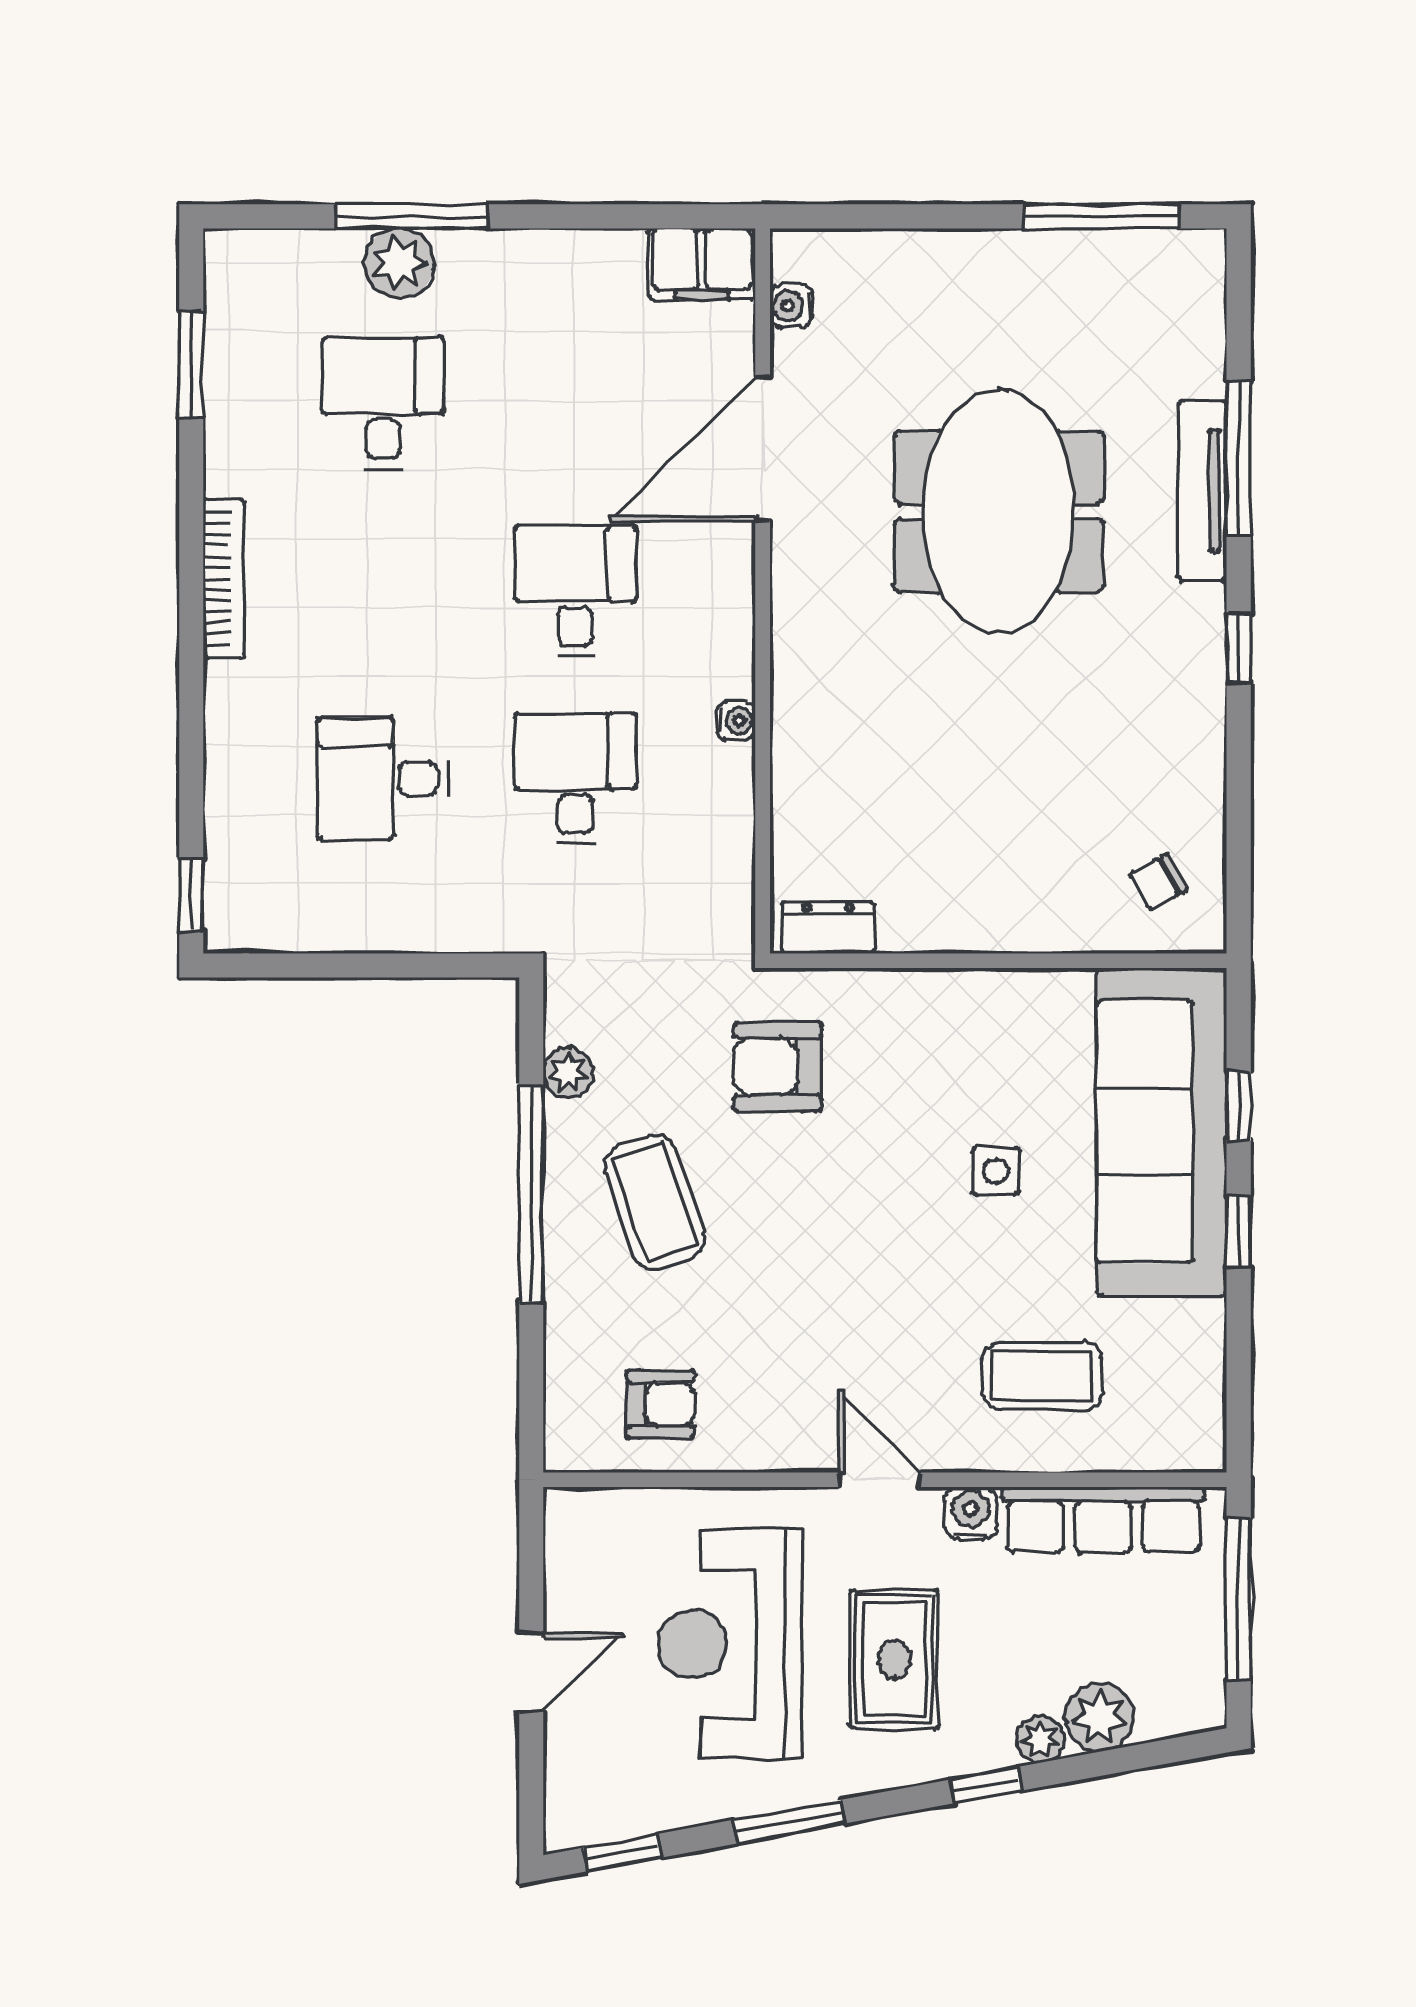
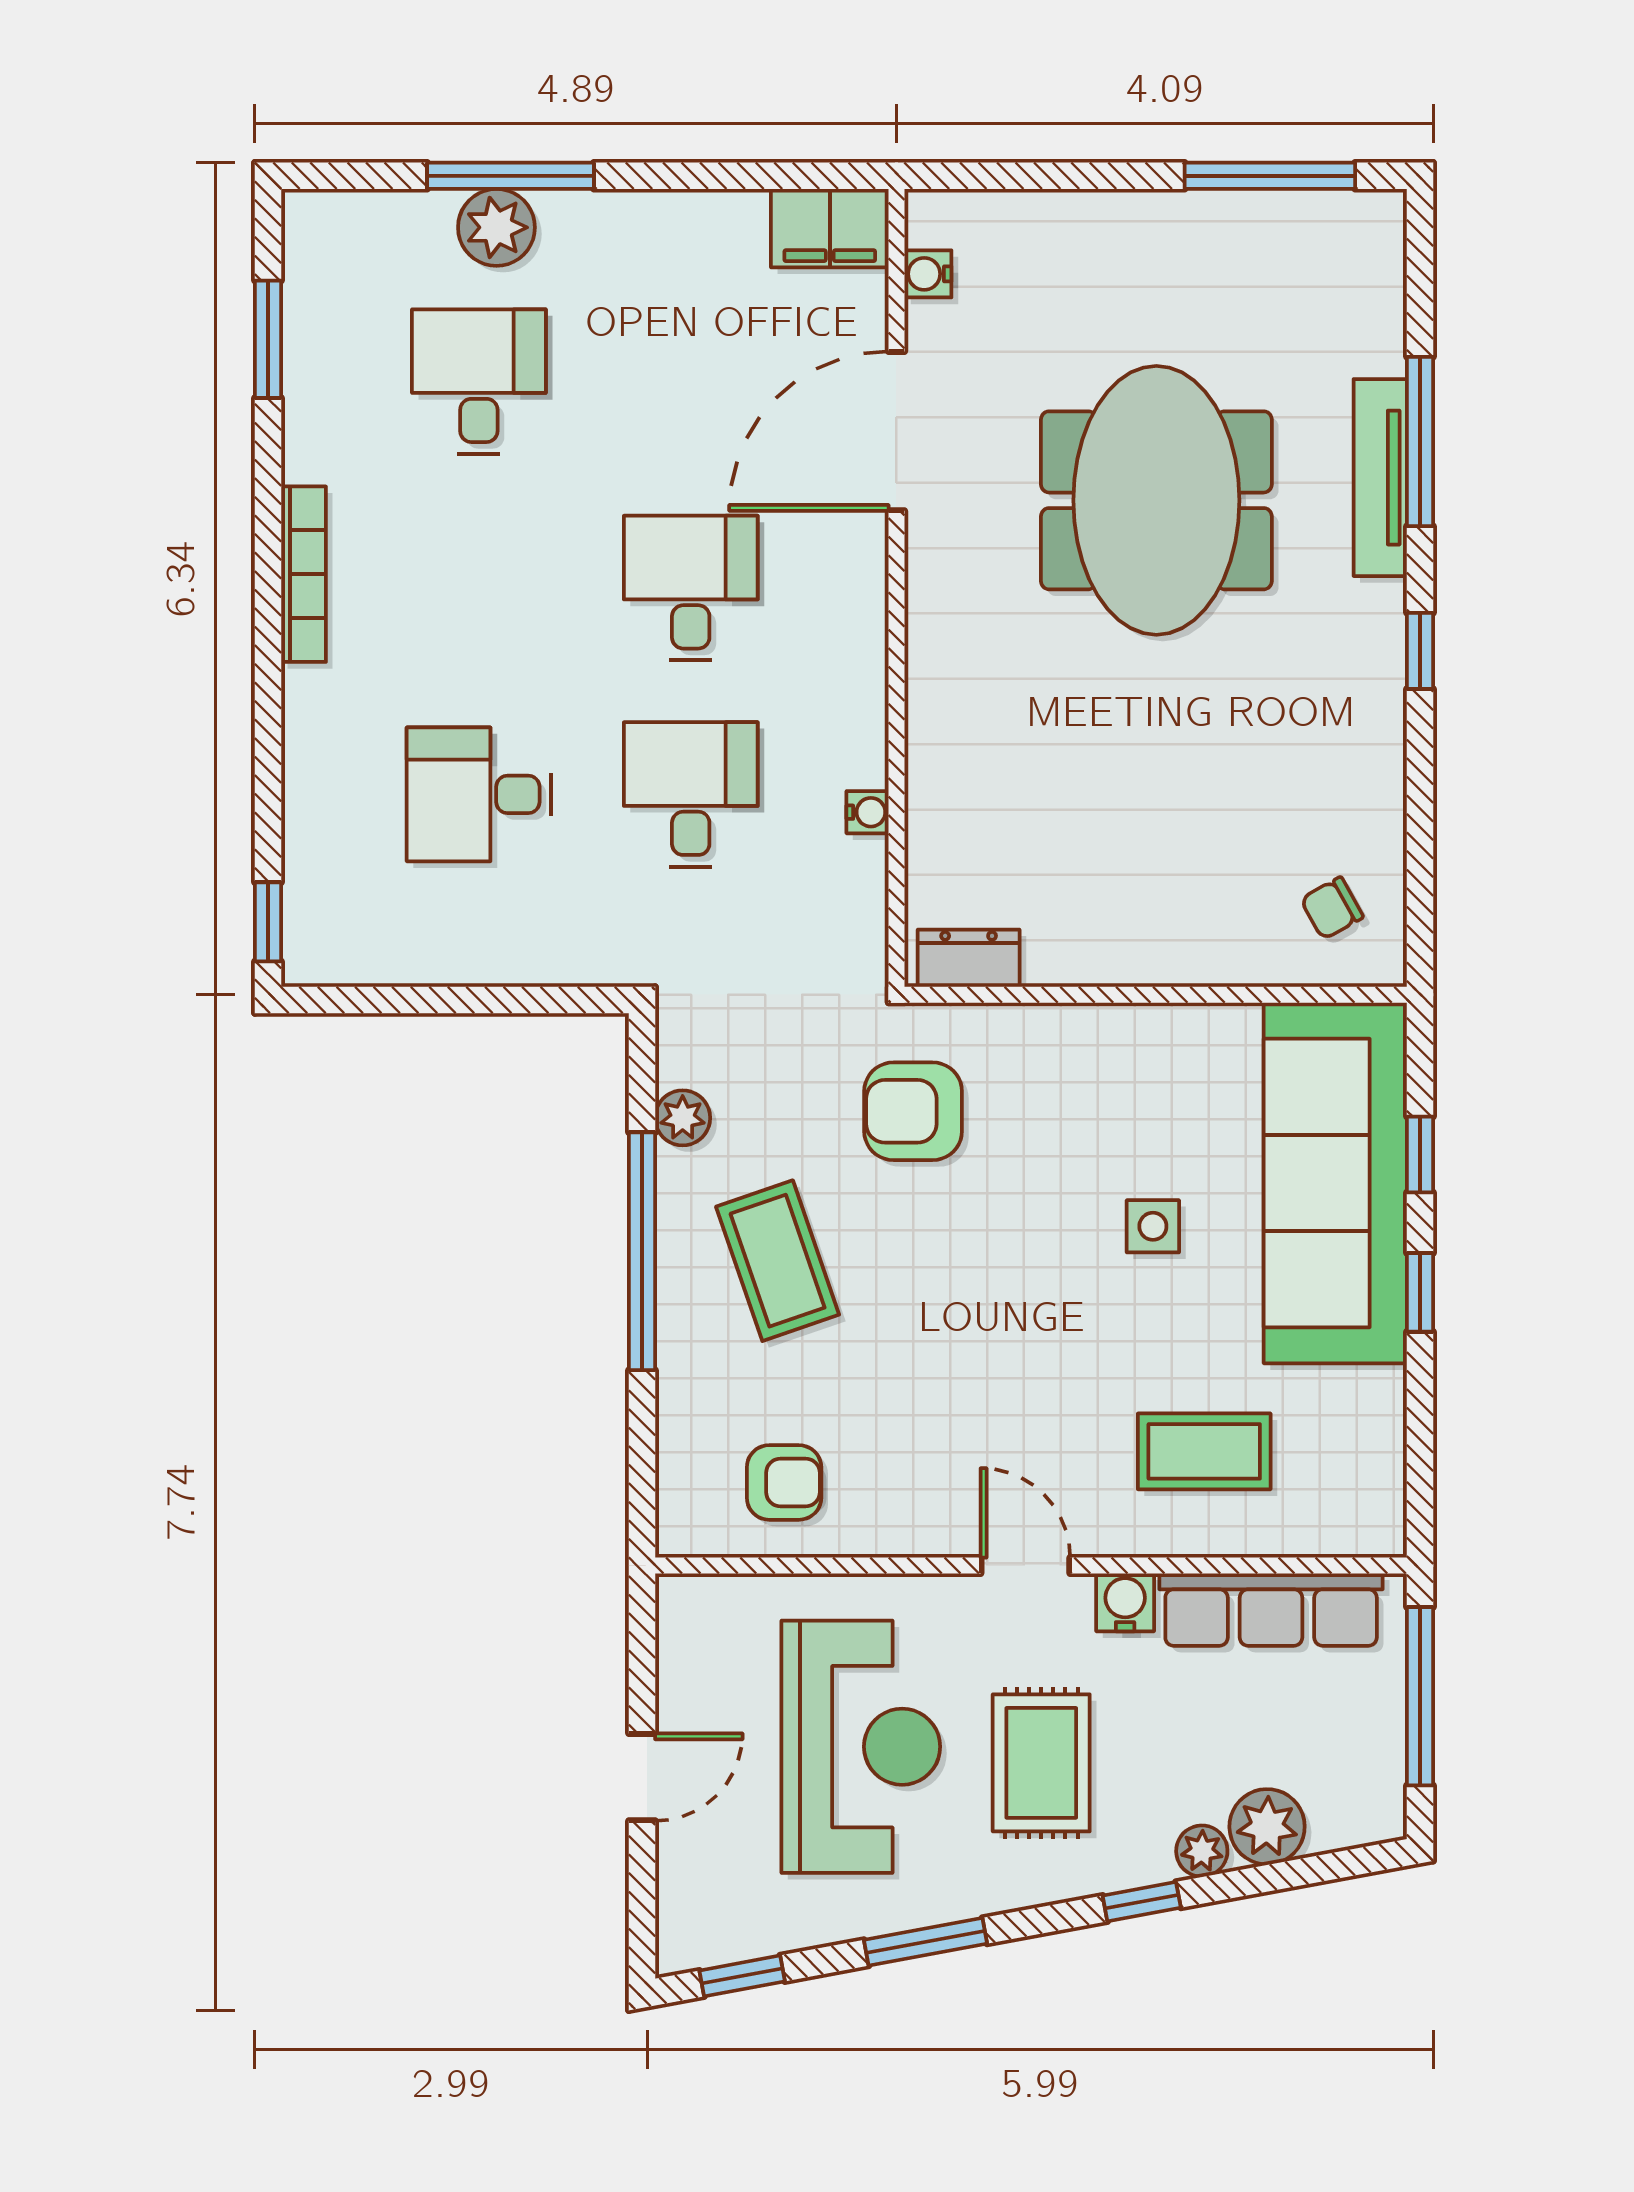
water cooler: (736, 721) -> (868, 812), moved
reception desk: (730, 1644) -> (861, 1747), turned 180

